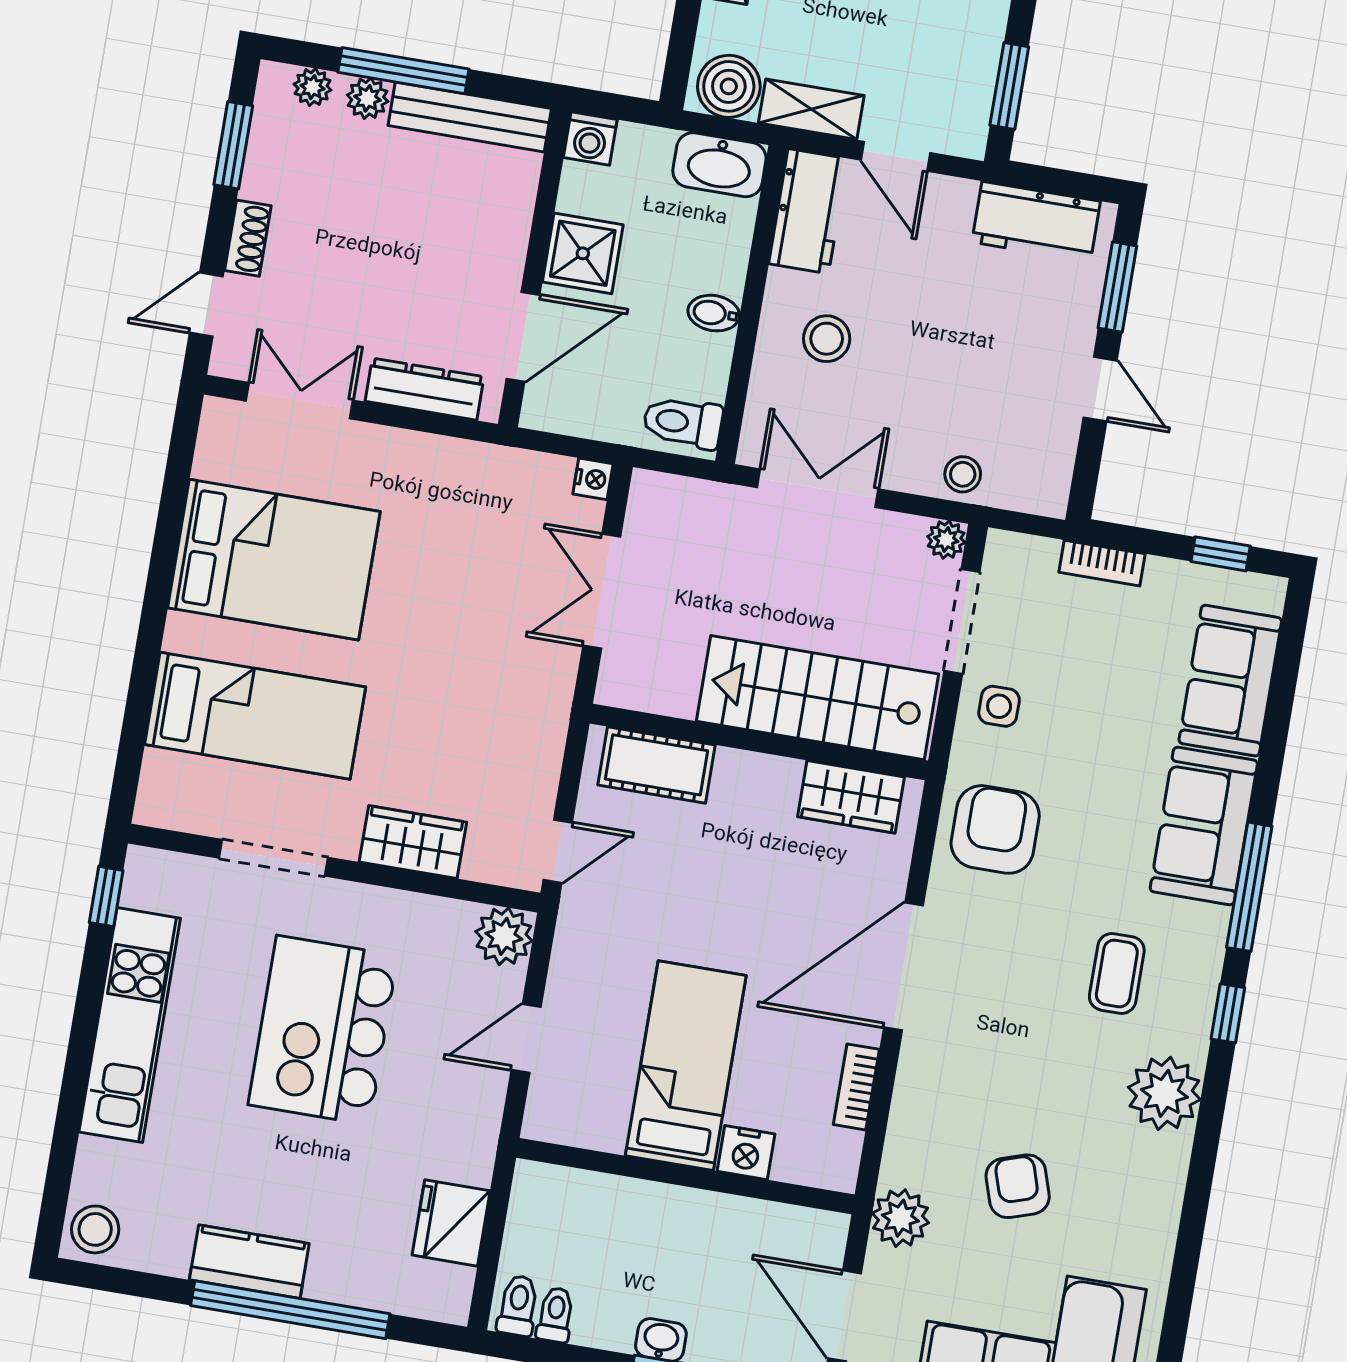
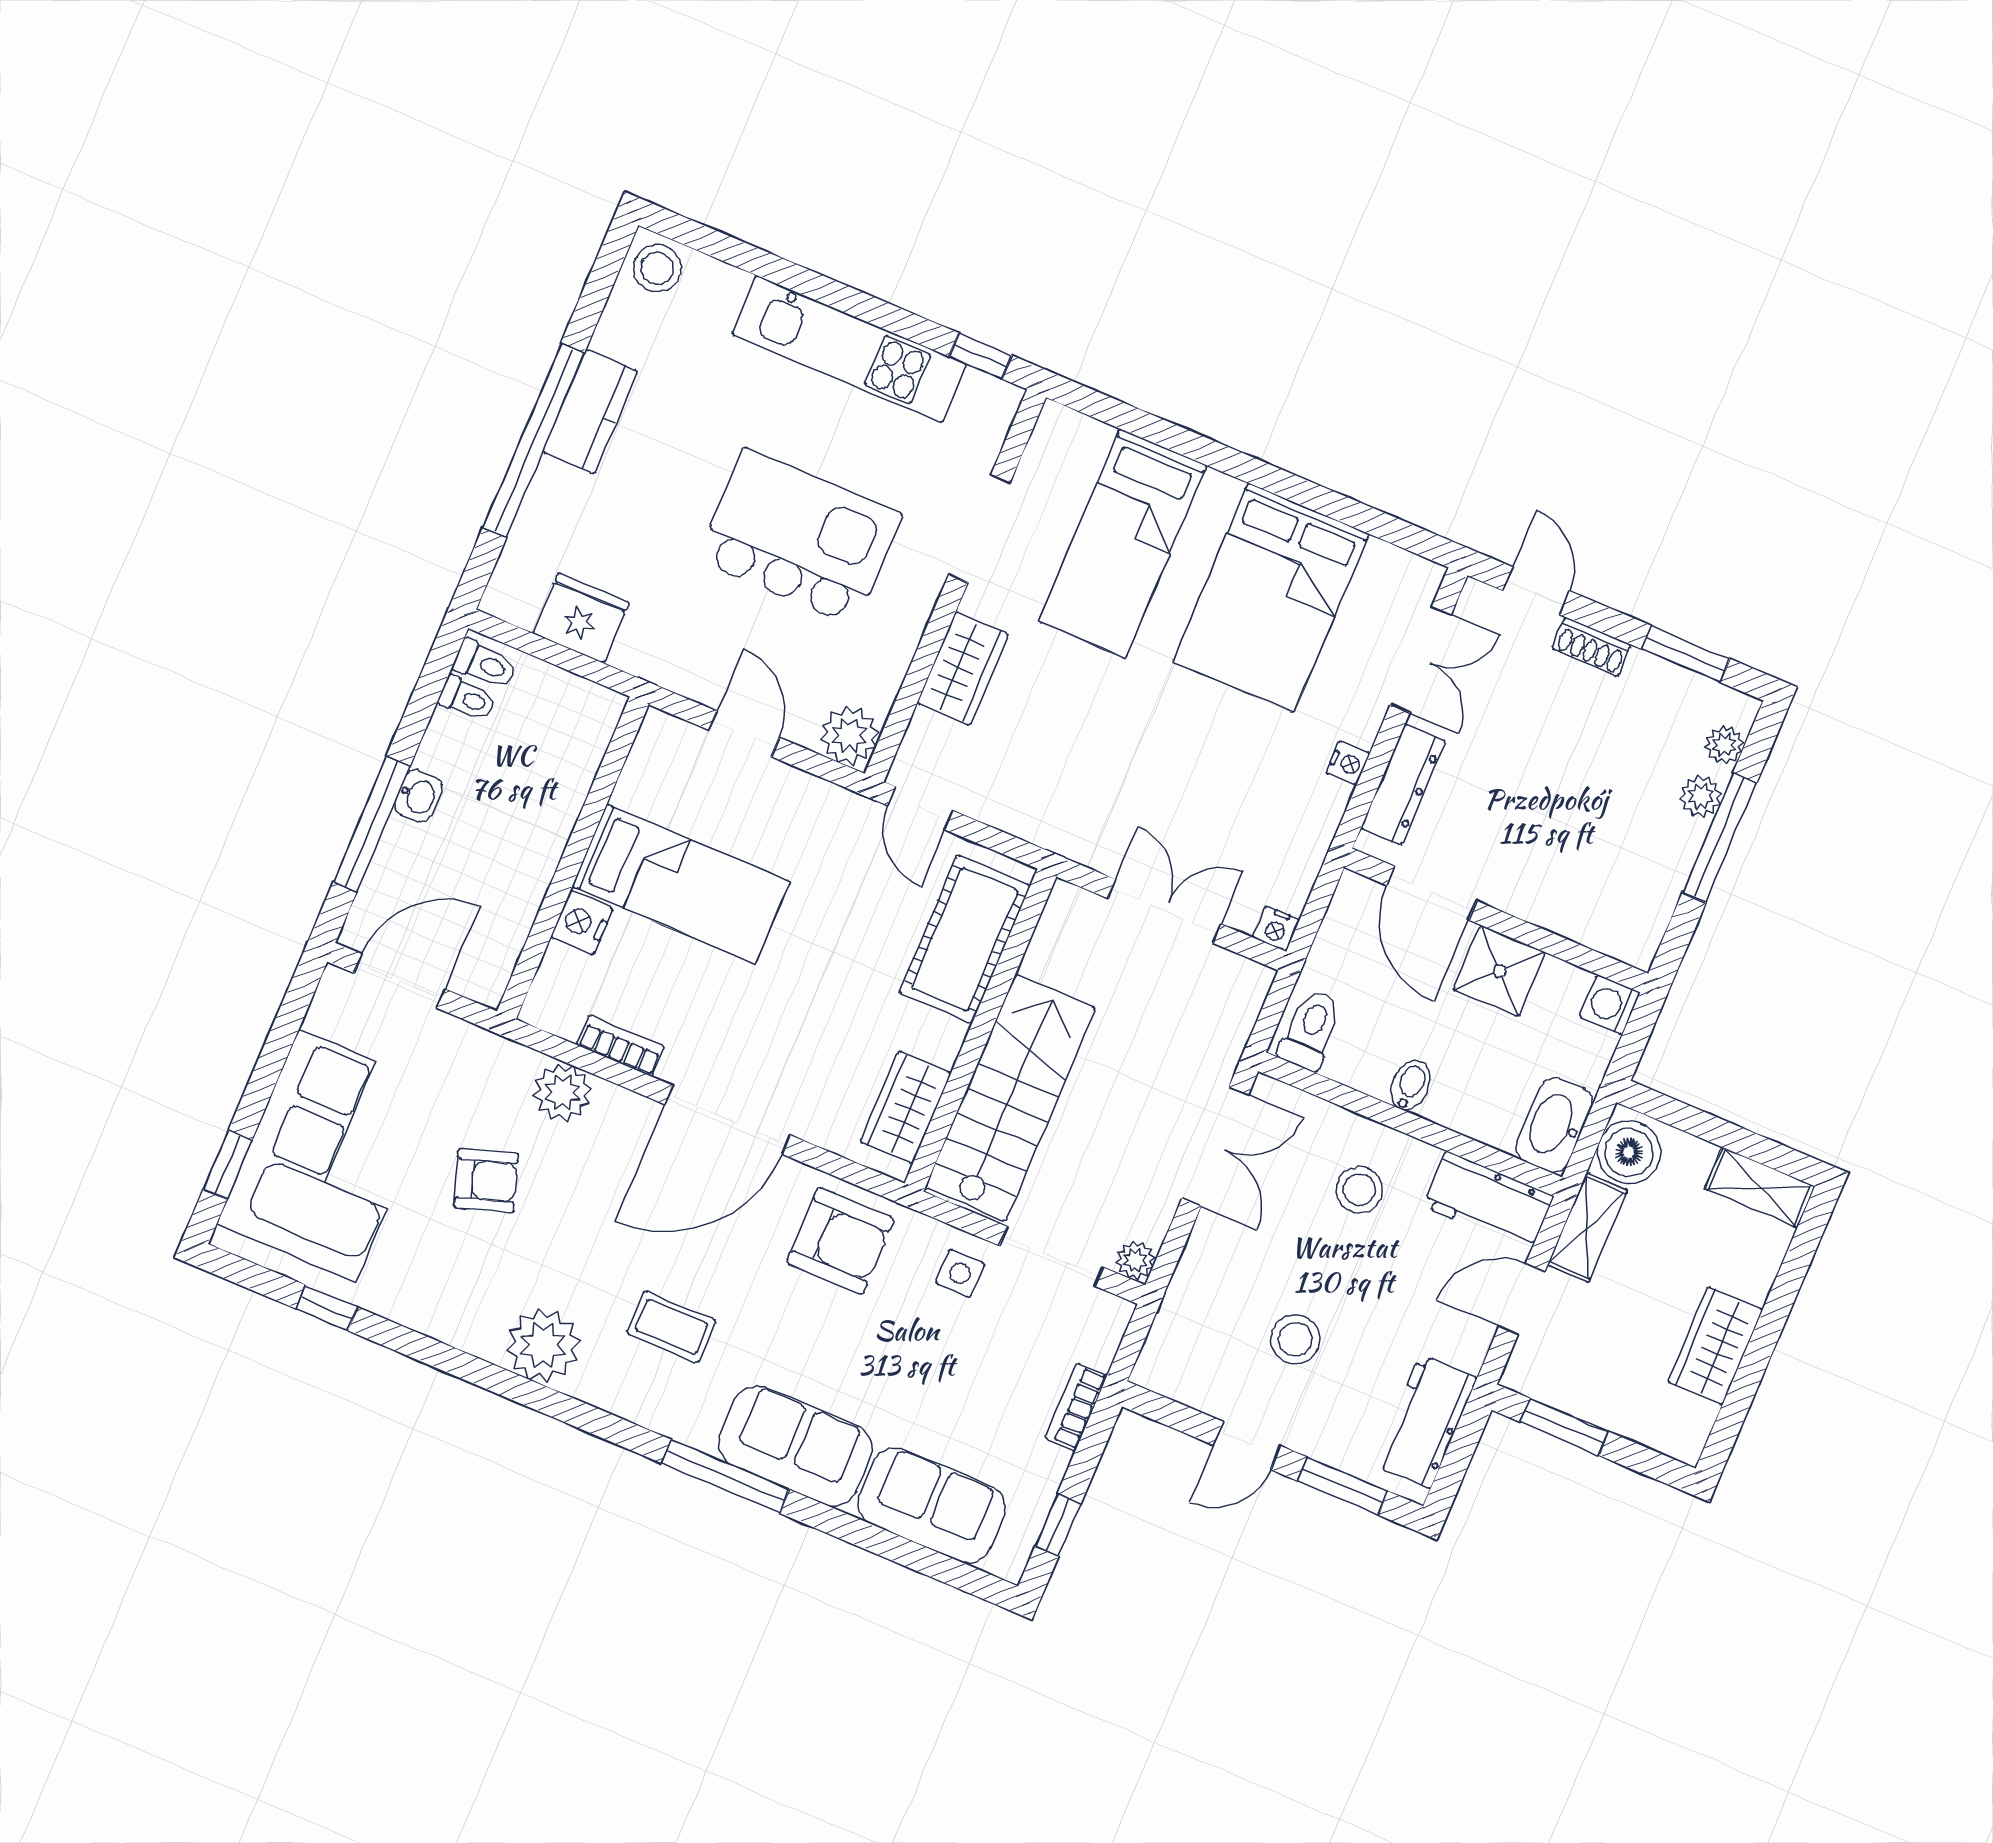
bench: (470, 117) -> (1659, 892), removed
nightstand: (416, 447) -> (1348, 763), added
stool: (963, 474) -> (1295, 1339), moved, width x1.37, depth x1.37
cot: (656, 765) -> (965, 939), width x1.37, depth x1.34
door: (904, 967) -> (727, 1120), swing flipped
window: (1228, 1013) -> (327, 1308), moved
plant: (900, 1218) -> (562, 1092), moved

